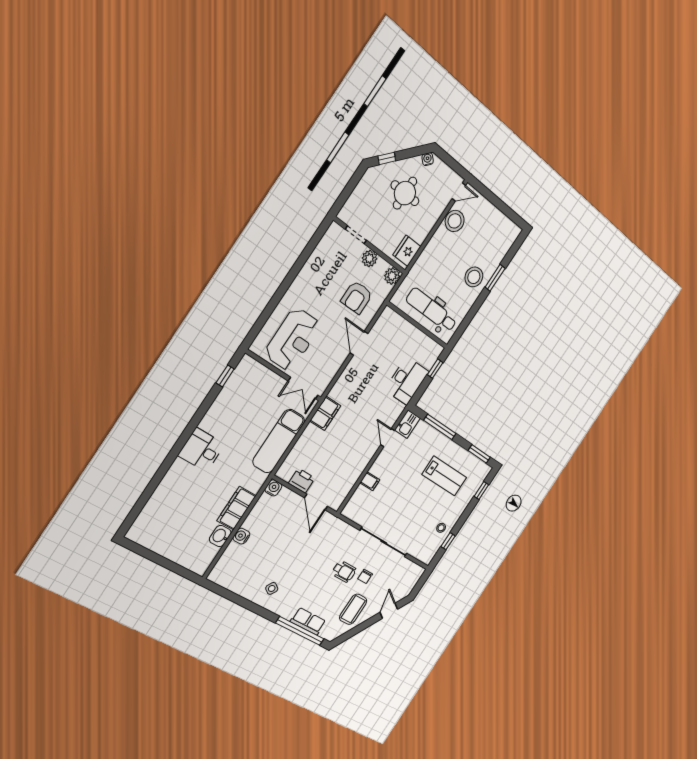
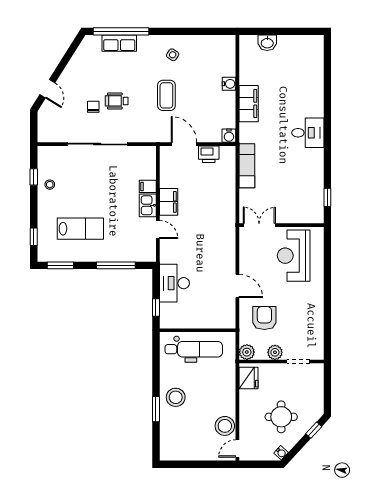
filing cabinet: (325, 413) -> (169, 202), moved, turned 180
kitchen sink: (407, 424) -> (148, 205), moved
exam couch: (279, 441) -> (247, 166), width x0.73, depth x0.69
lab bench: (444, 476) -> (80, 229), turned 180
washbasin: (220, 536) -> (267, 43), moved, turned 90
coffee table: (353, 609) -> (166, 95), moved

